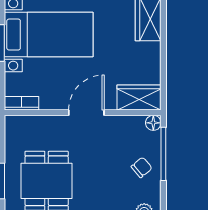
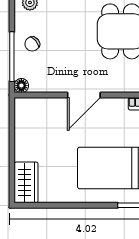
wardrobe: (139, 98) -> (35, 109), removed

